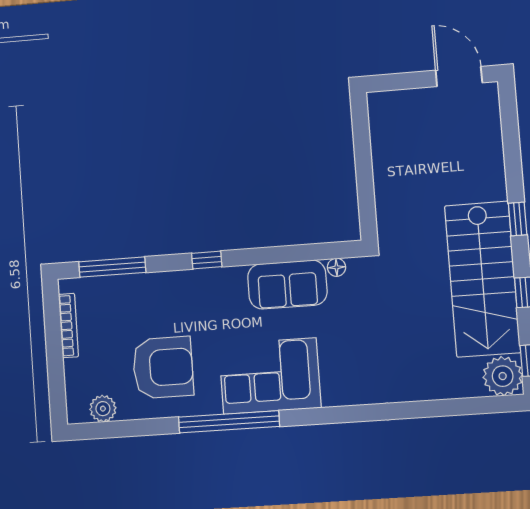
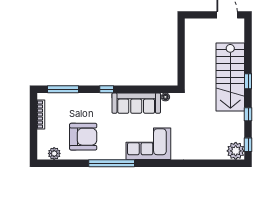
stairs: (482, 279) -> (230, 77), moved
sofa: (287, 284) -> (136, 103), width x1.36
corner sofa: (270, 376) -> (148, 144), moved

